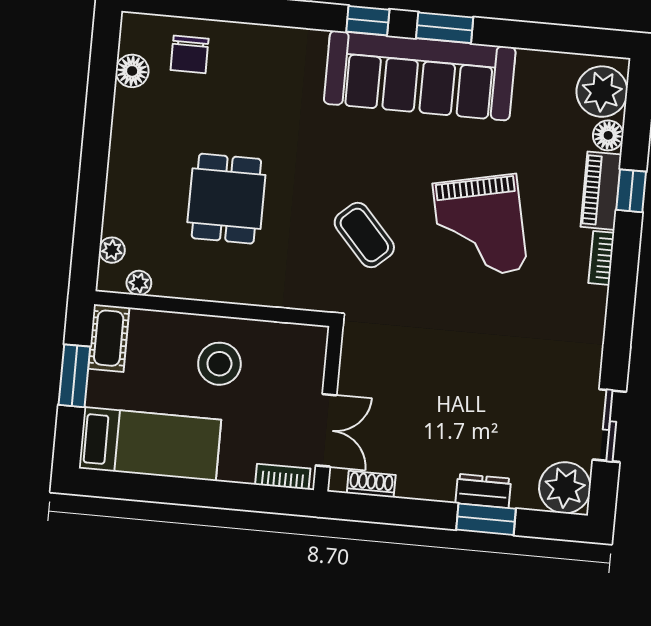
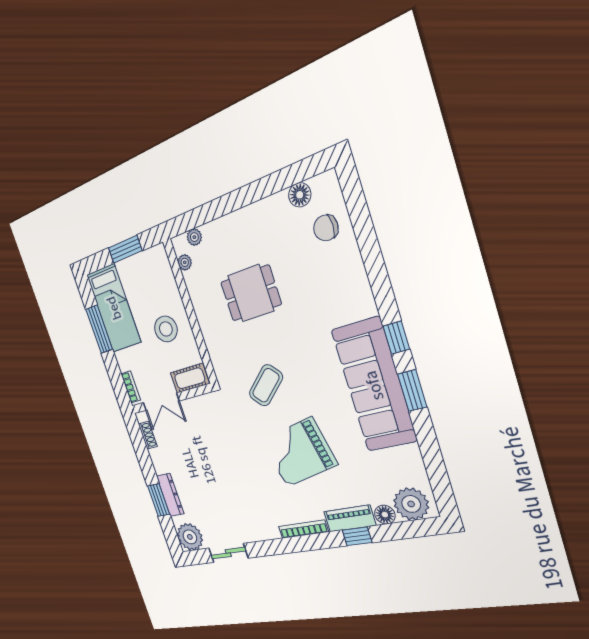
bookcase: (601, 258) -> (303, 529), width x1.56
cot: (109, 338) -> (190, 378), moved
window: (170, 490) -> (99, 329), added
dresser: (483, 491) -> (170, 495), width x1.44

